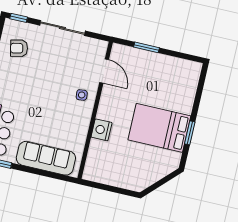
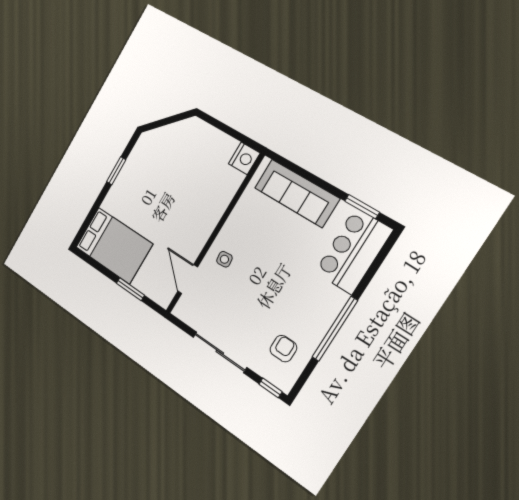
armchair: (19, 48) -> (283, 349), turned -78
bed: (159, 128) -> (114, 246), moved
nightstand: (101, 130) -> (244, 158), moved

